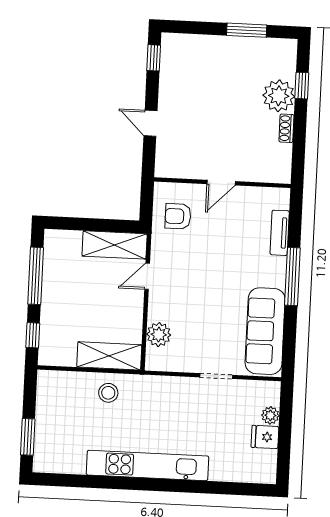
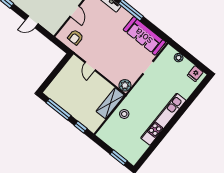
shelving: (115, 245) -> (69, 70), removed
plant: (159, 335) -> (125, 85), moved
fridge: (265, 437) -> (195, 74), moved

